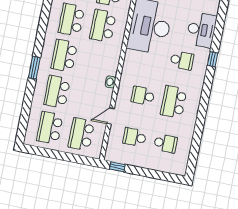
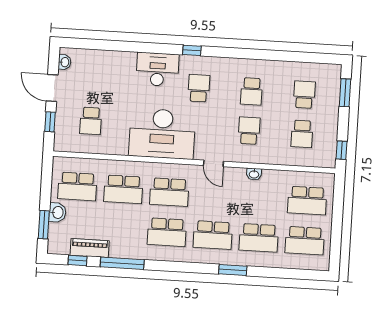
washbasin: (111, 82) -> (254, 174), moved
school desk: (143, 96) -> (249, 131), turned 180
school desk: (174, 102) -> (251, 91), width x0.54
door: (110, 116) -> (213, 163), moved
window: (163, 176) -> (345, 93), added

